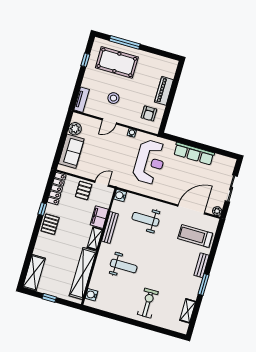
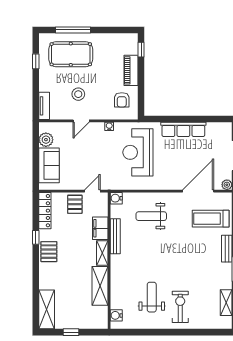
window: (177, 76) -> (141, 50), added
reception desk: (150, 162) -> (138, 152), turned 180
weight bench: (124, 266) -> (152, 297), moved, turned -90
shelving: (83, 273) -> (100, 286), width x0.68

